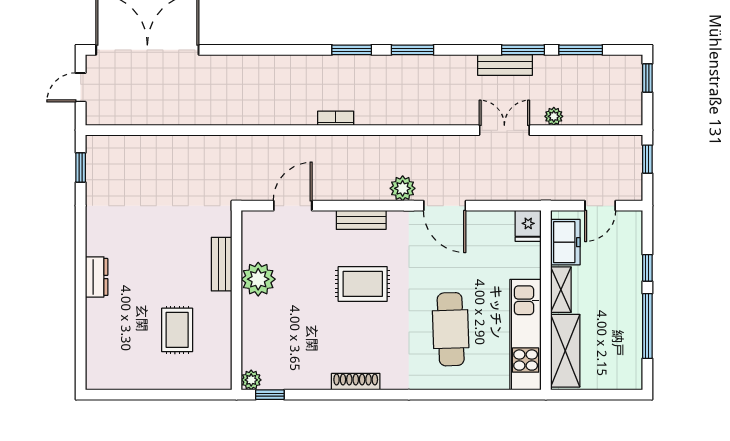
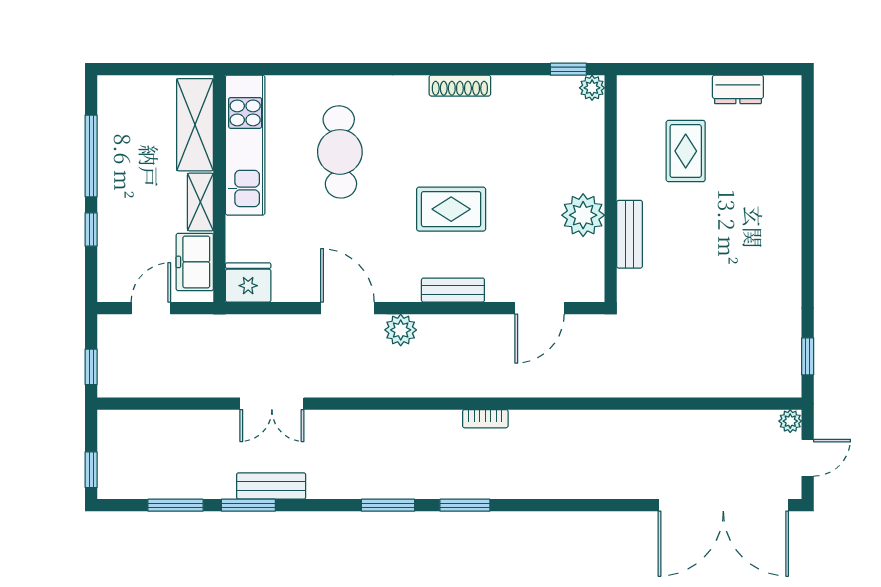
plant: (554, 116) -> (790, 421), moved
fridge: (528, 226) -> (248, 282), width x1.38
dresser: (97, 277) -> (738, 89), moved, turned -90

